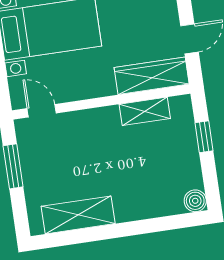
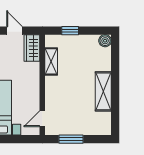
wardrobe: (152, 76) -> (32, 48), width x0.67
shelving: (78, 215) -> (103, 91), moved

